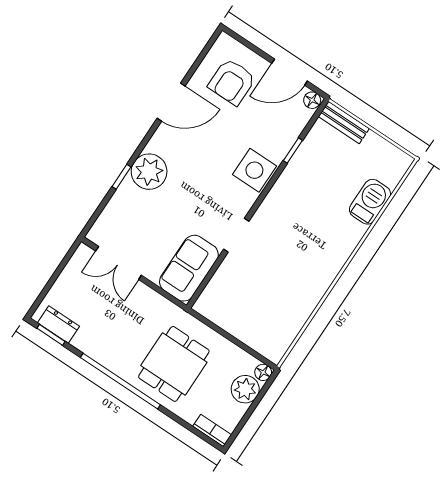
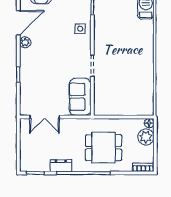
side table: (254, 170) -> (80, 29), width x0.54, depth x0.54
plant: (149, 172) -> (25, 42), moved, width x0.53, depth x0.53
dresser: (58, 324) -> (61, 166), moved
dining table: (174, 364) -> (104, 148), turned 90

